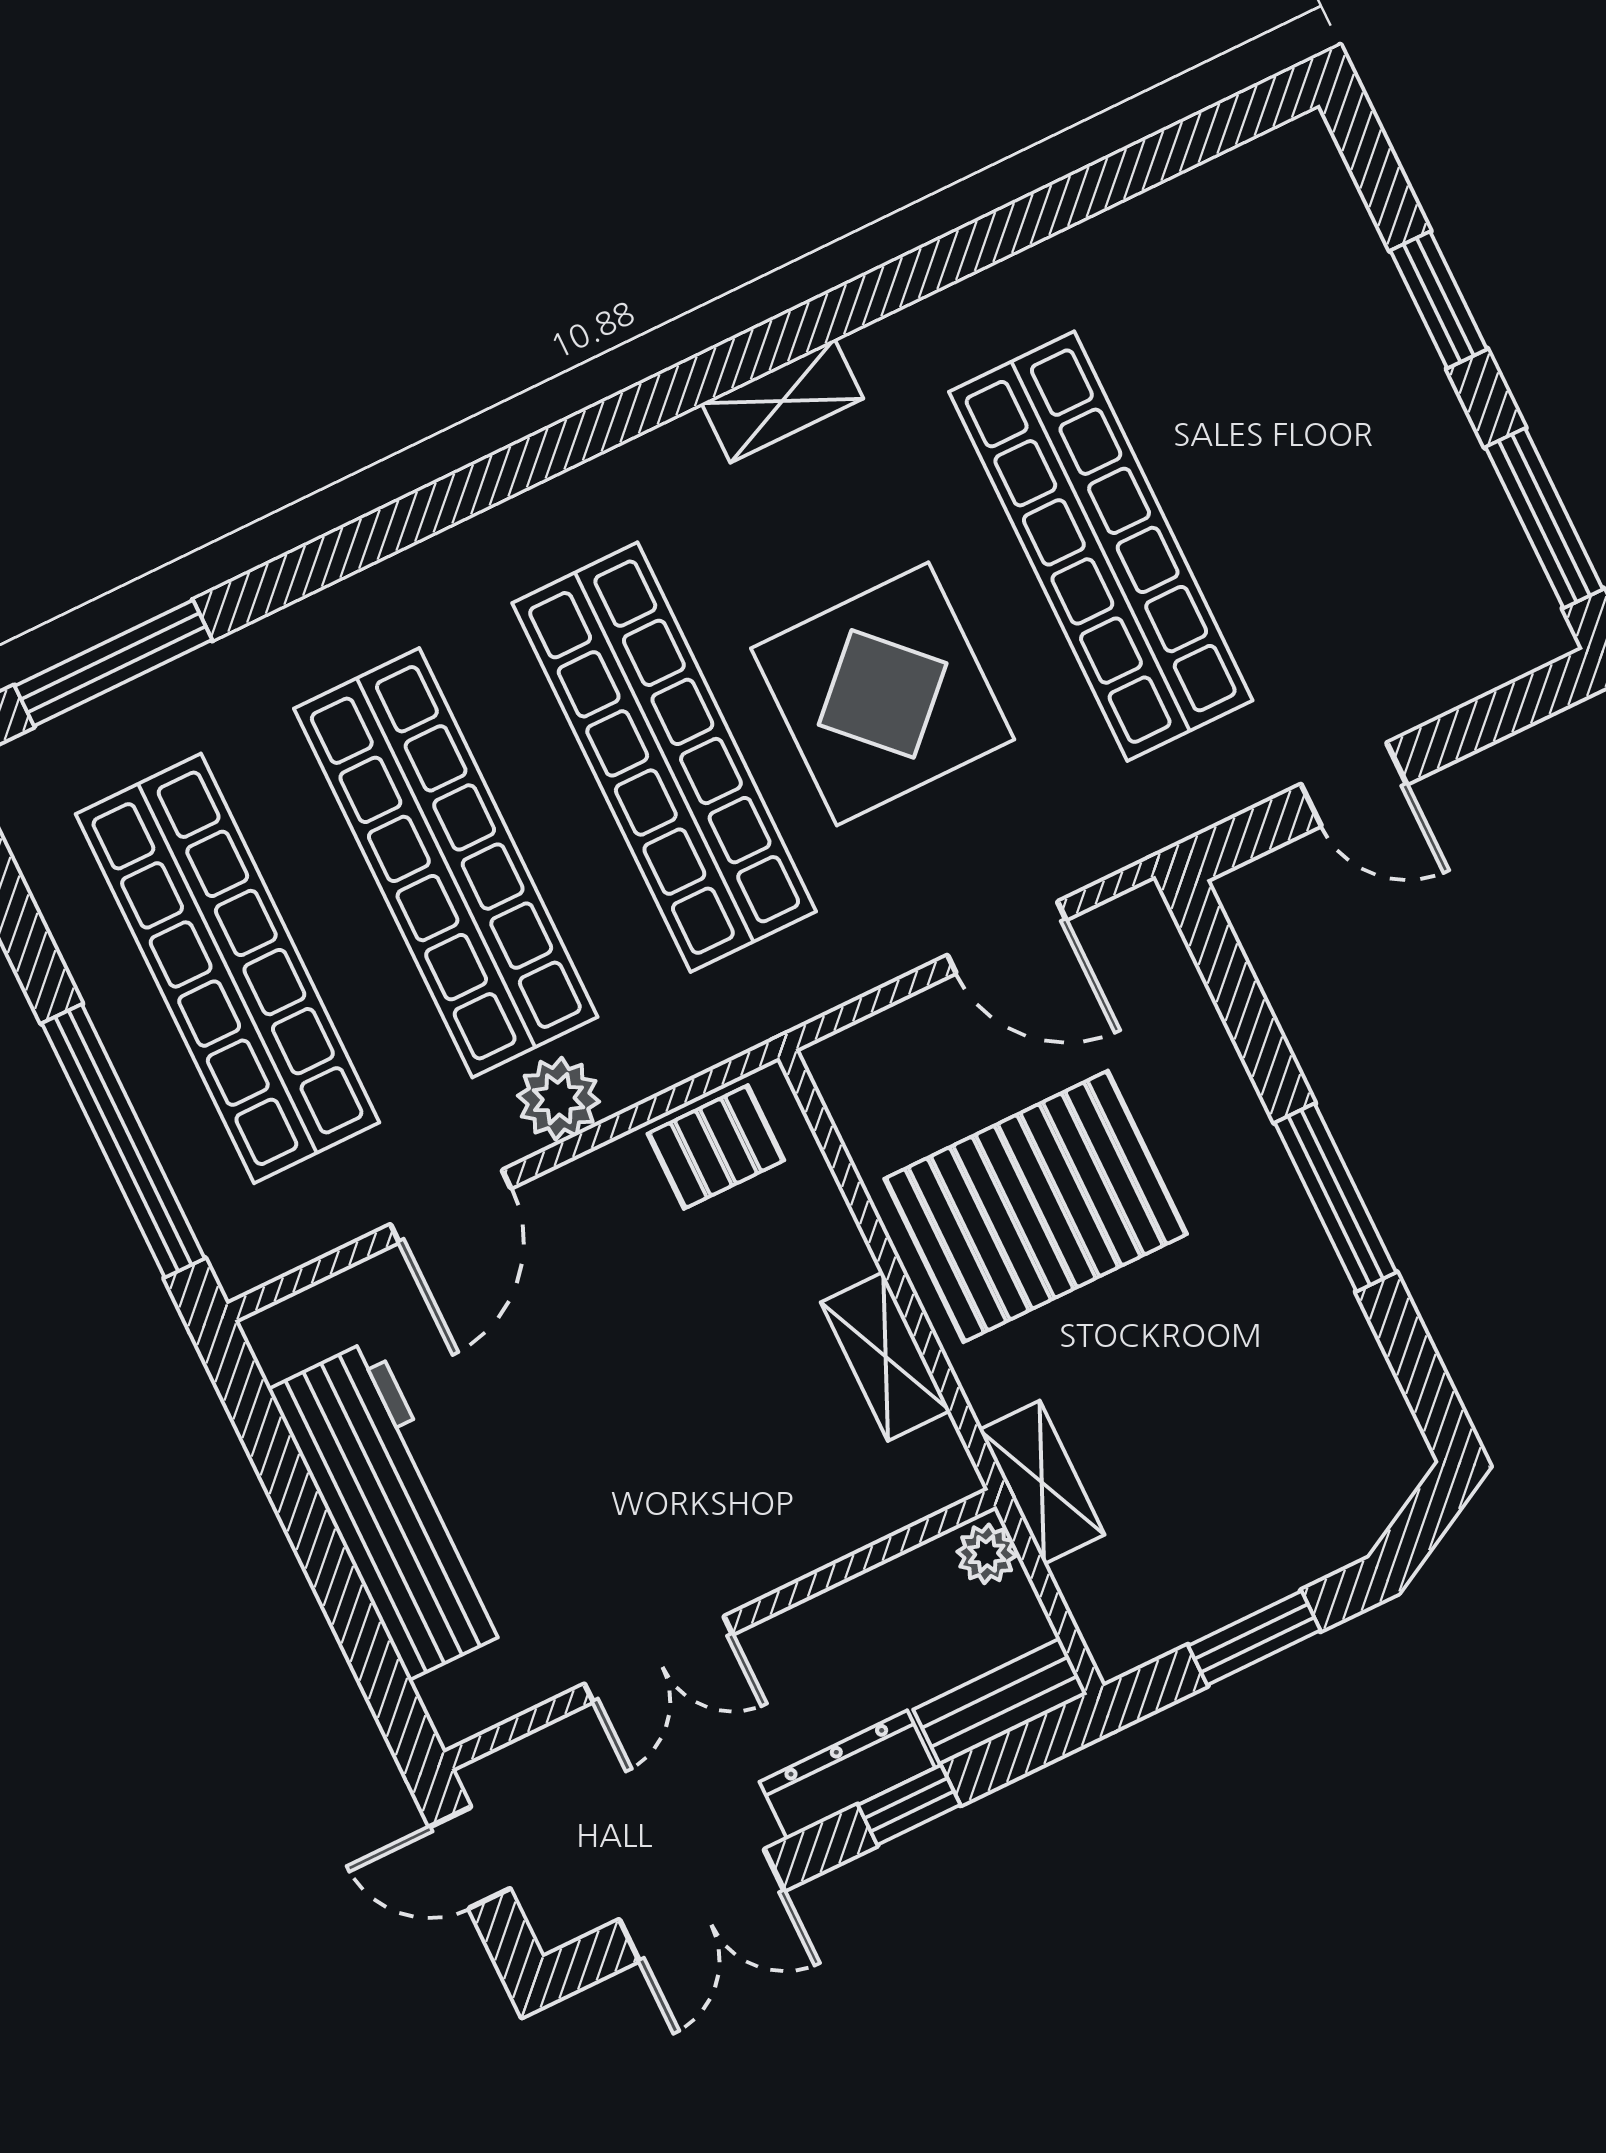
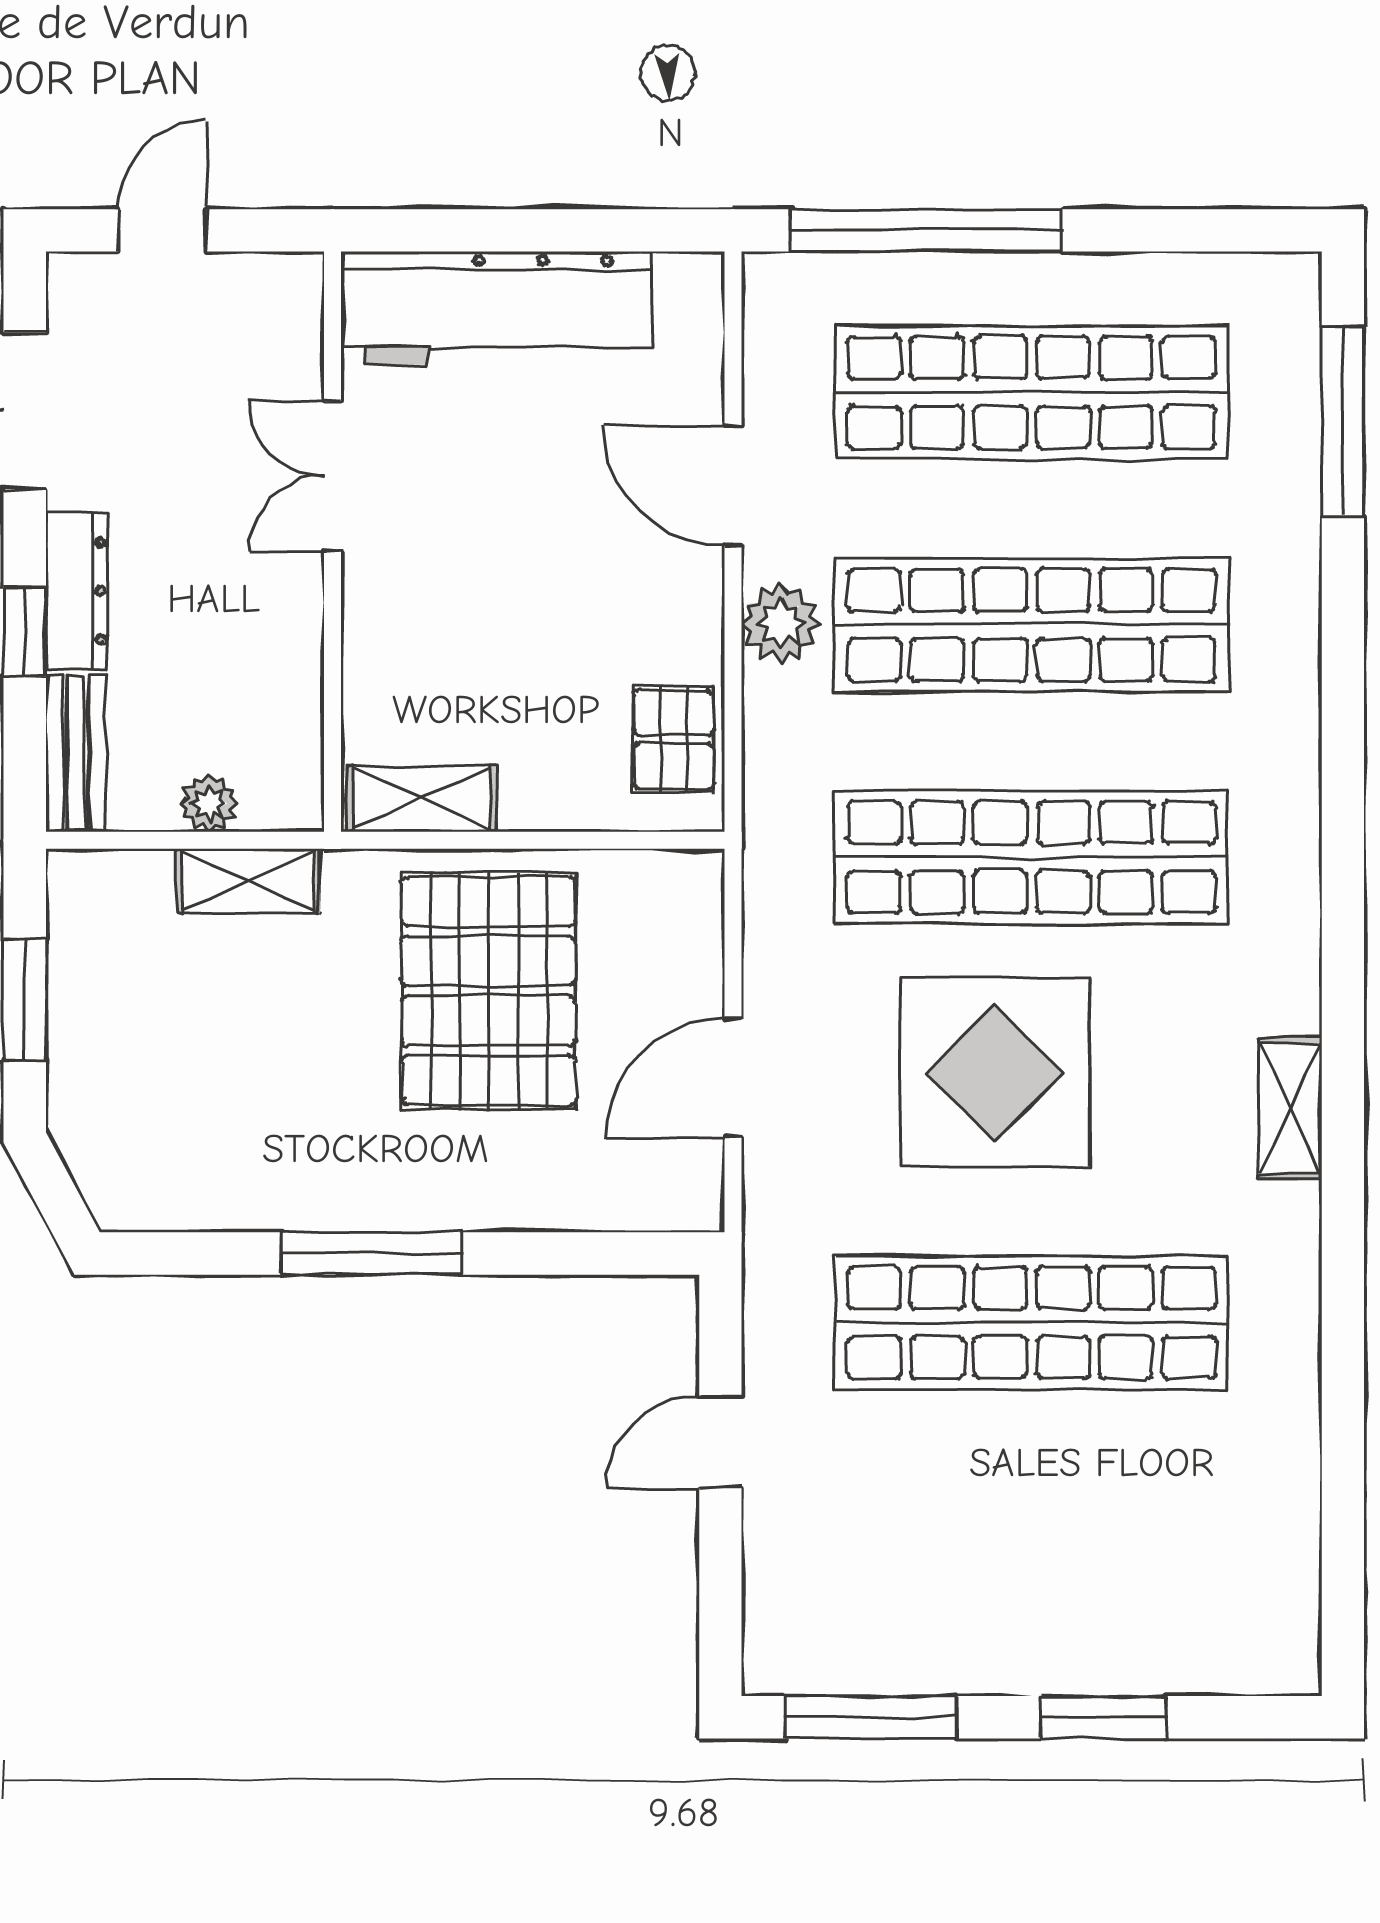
wall: (720, 1629) -> (332, 542), moved
double door: (659, 1659) -> (332, 476), moved

